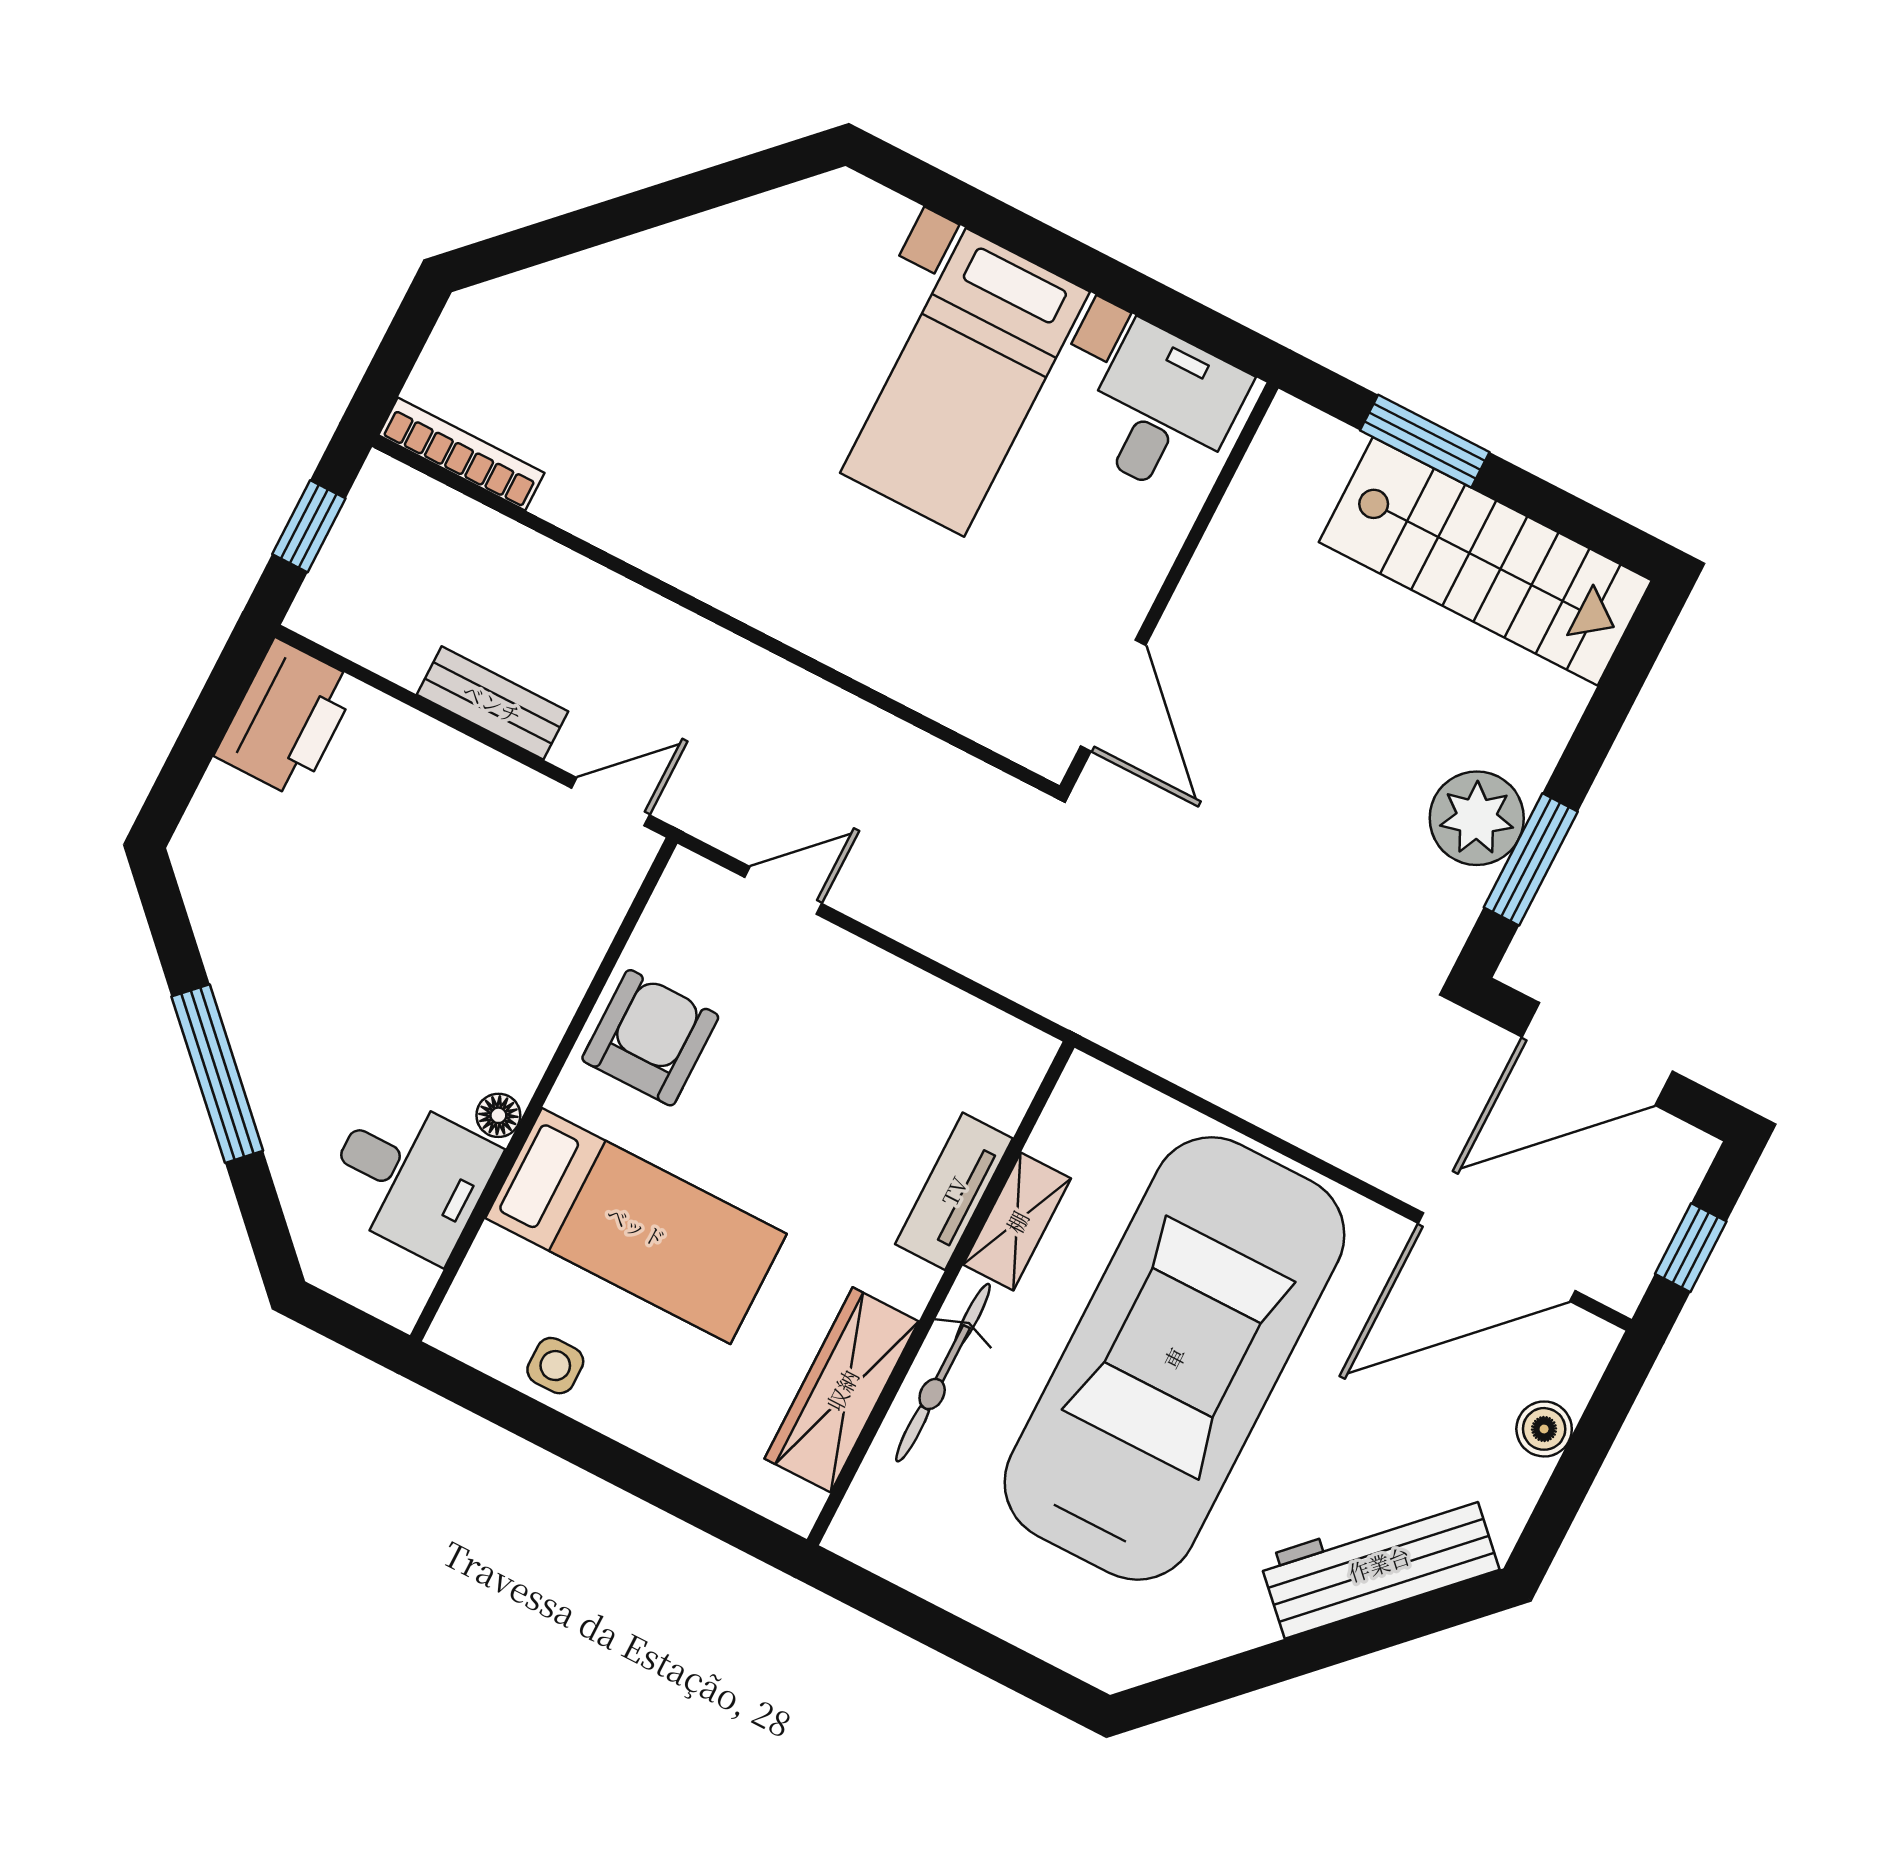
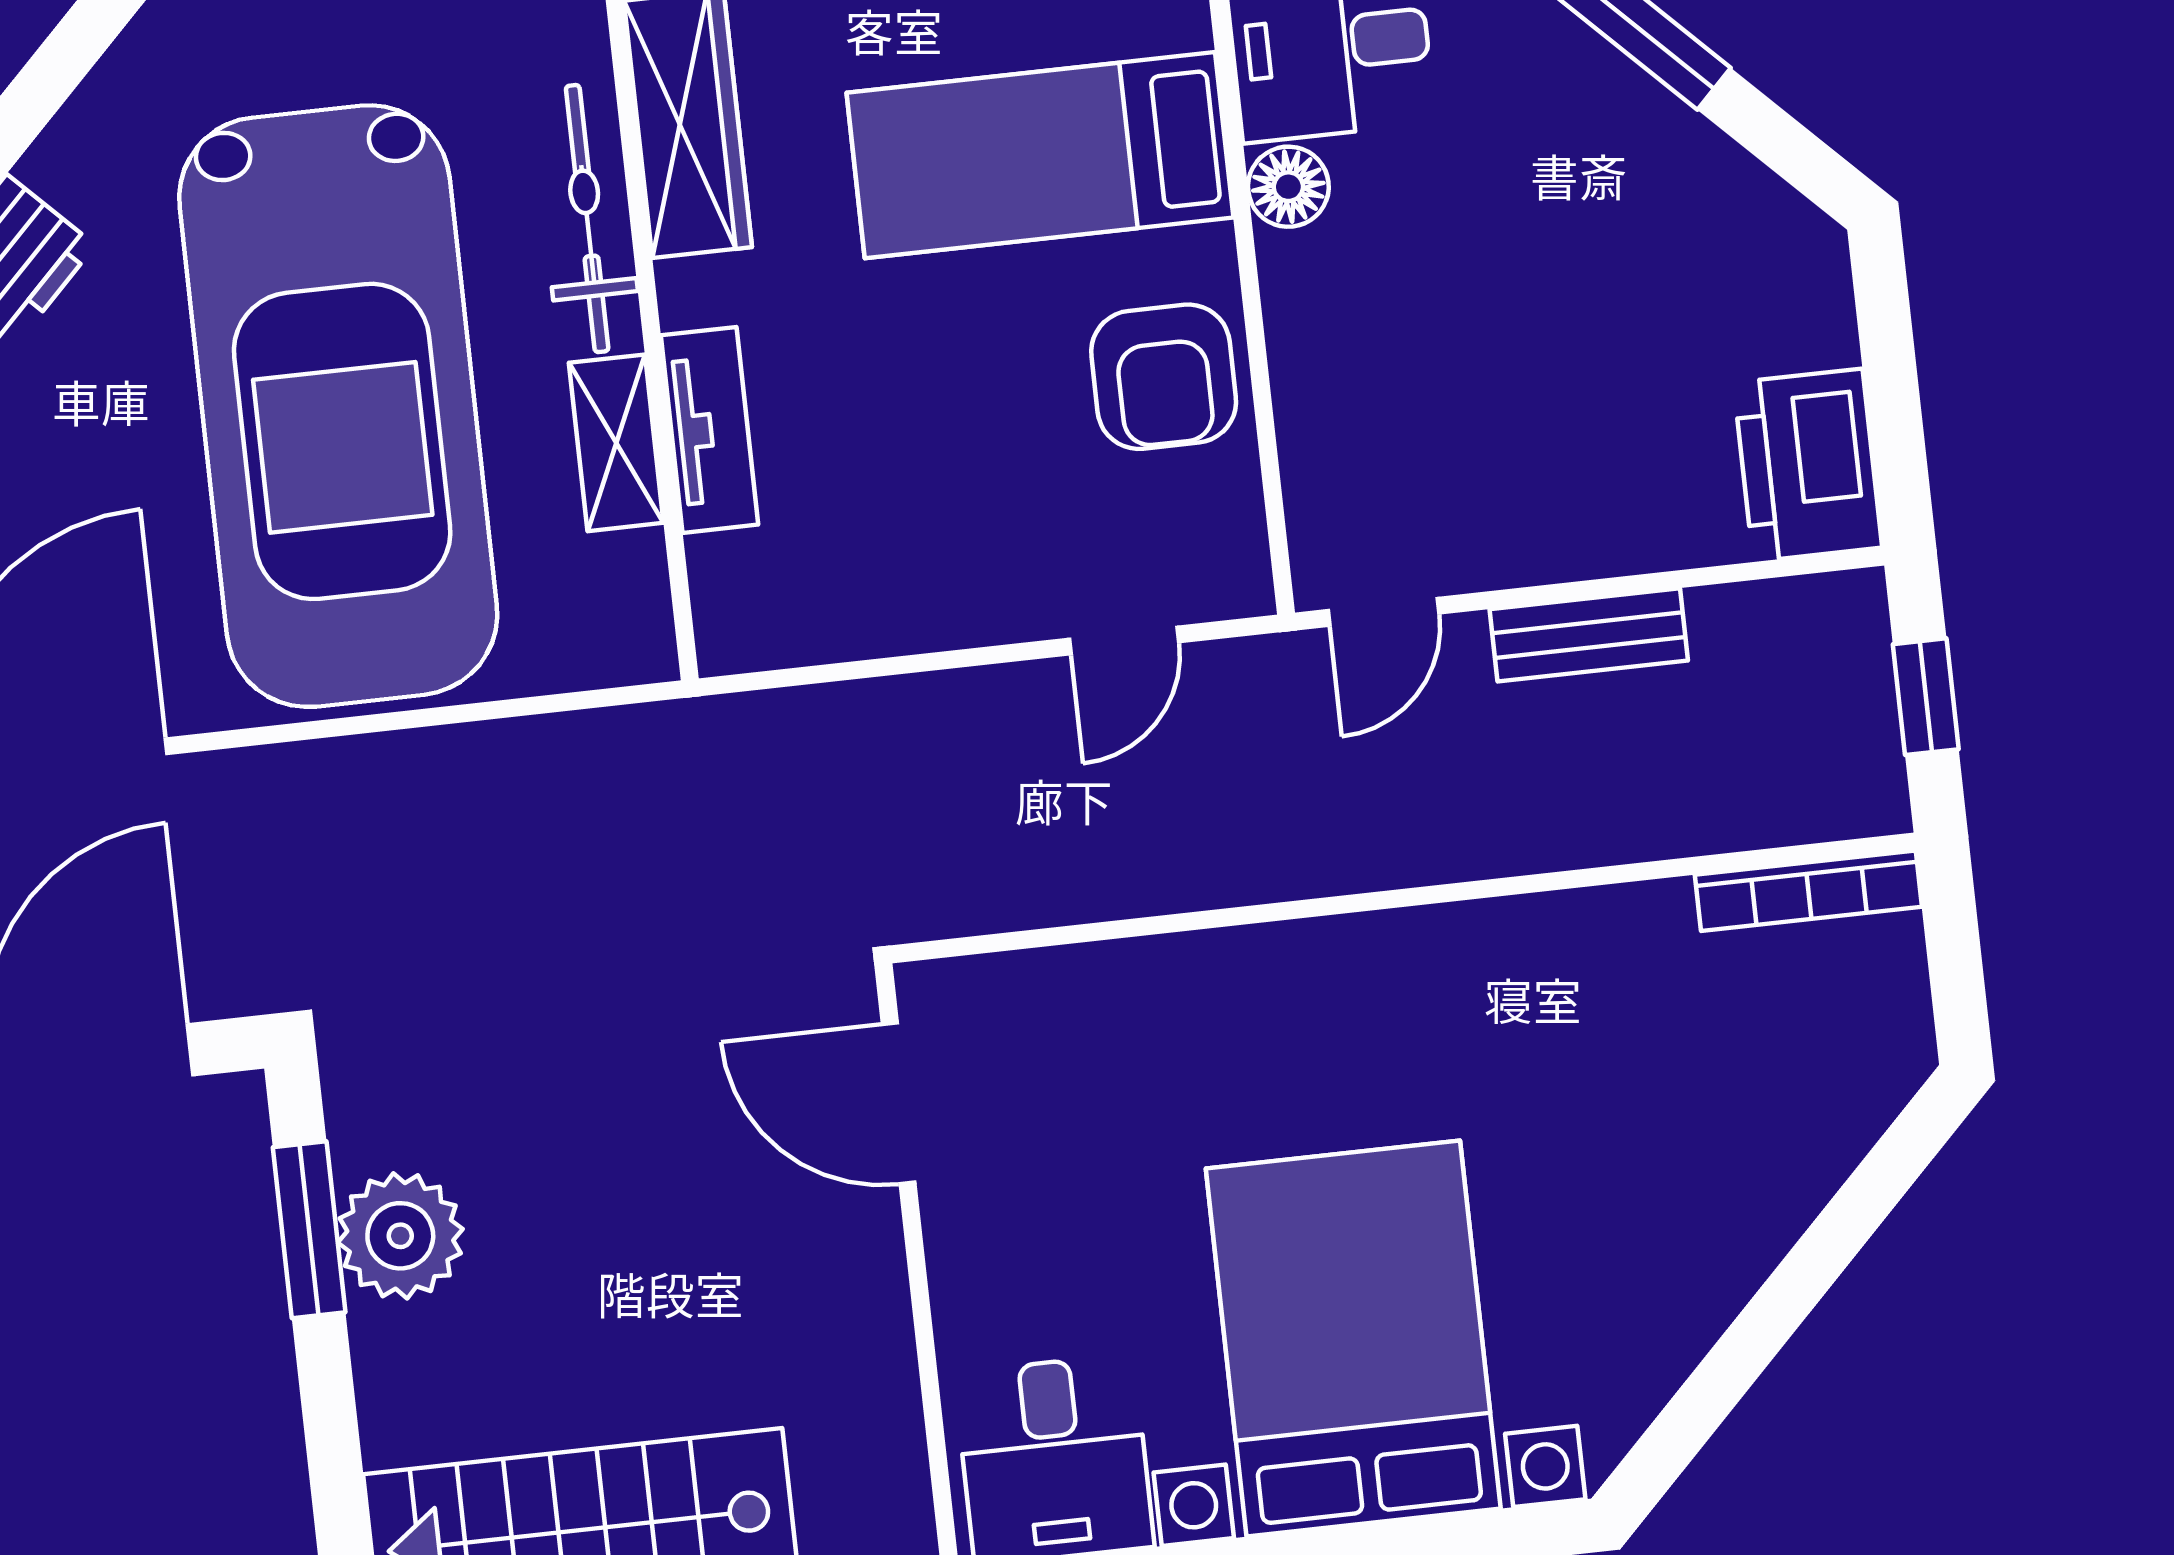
bed with nightstands: (965, 382) -> (1353, 1339), width x1.36
floor lamp: (498, 1115) -> (1288, 187), width x1.37, depth x1.37

